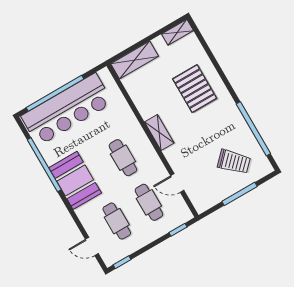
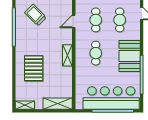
door: (177, 183) -> (74, 21), swing flipped

